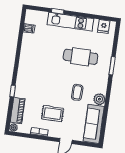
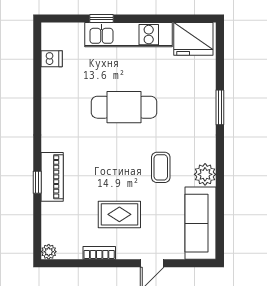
fridge: (104, 26) -> (193, 39), width x1.88, depth x1.34
cafe table: (80, 57) -> (124, 107), moved
piano: (18, 110) -> (52, 177), moved

